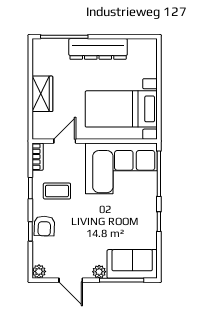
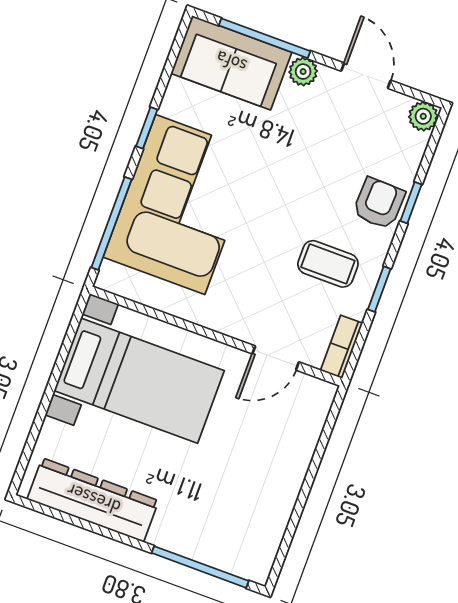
dresser: (98, 49) -> (93, 500), moved
wardrobe: (42, 94) -> (286, 469), removed
corner sofa: (121, 168) -> (180, 205), moved, turned 90

